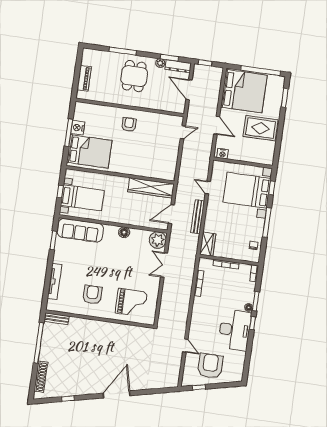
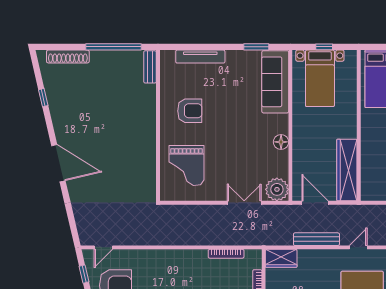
door: (185, 346) -> (103, 247), moved

